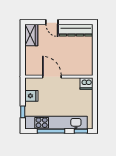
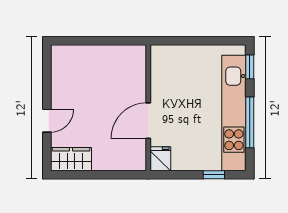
dresser: (76, 30) -> (62, 76), removed
dishwasher: (86, 84) -> (161, 56), removed
fridge: (31, 96) -> (160, 159), moved

